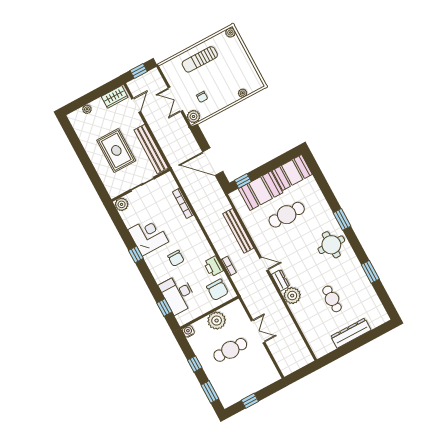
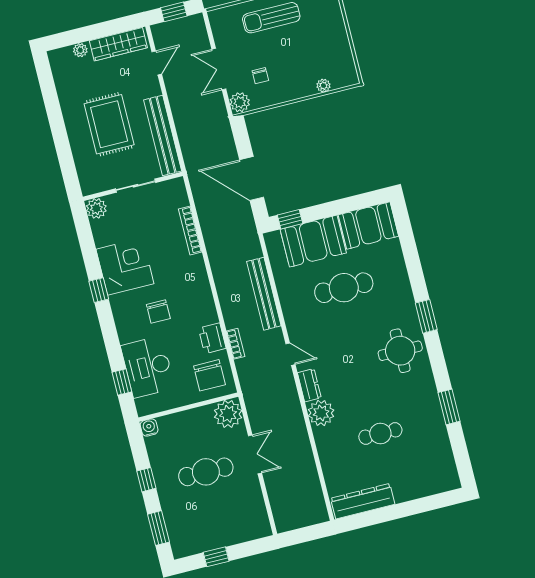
wardrobe: (115, 97) -> (118, 44), width x1.50
cafe table: (332, 299) -> (380, 434), turned 90
plant: (217, 321) -> (228, 414), moved
dresser: (351, 333) -> (363, 501), moved

